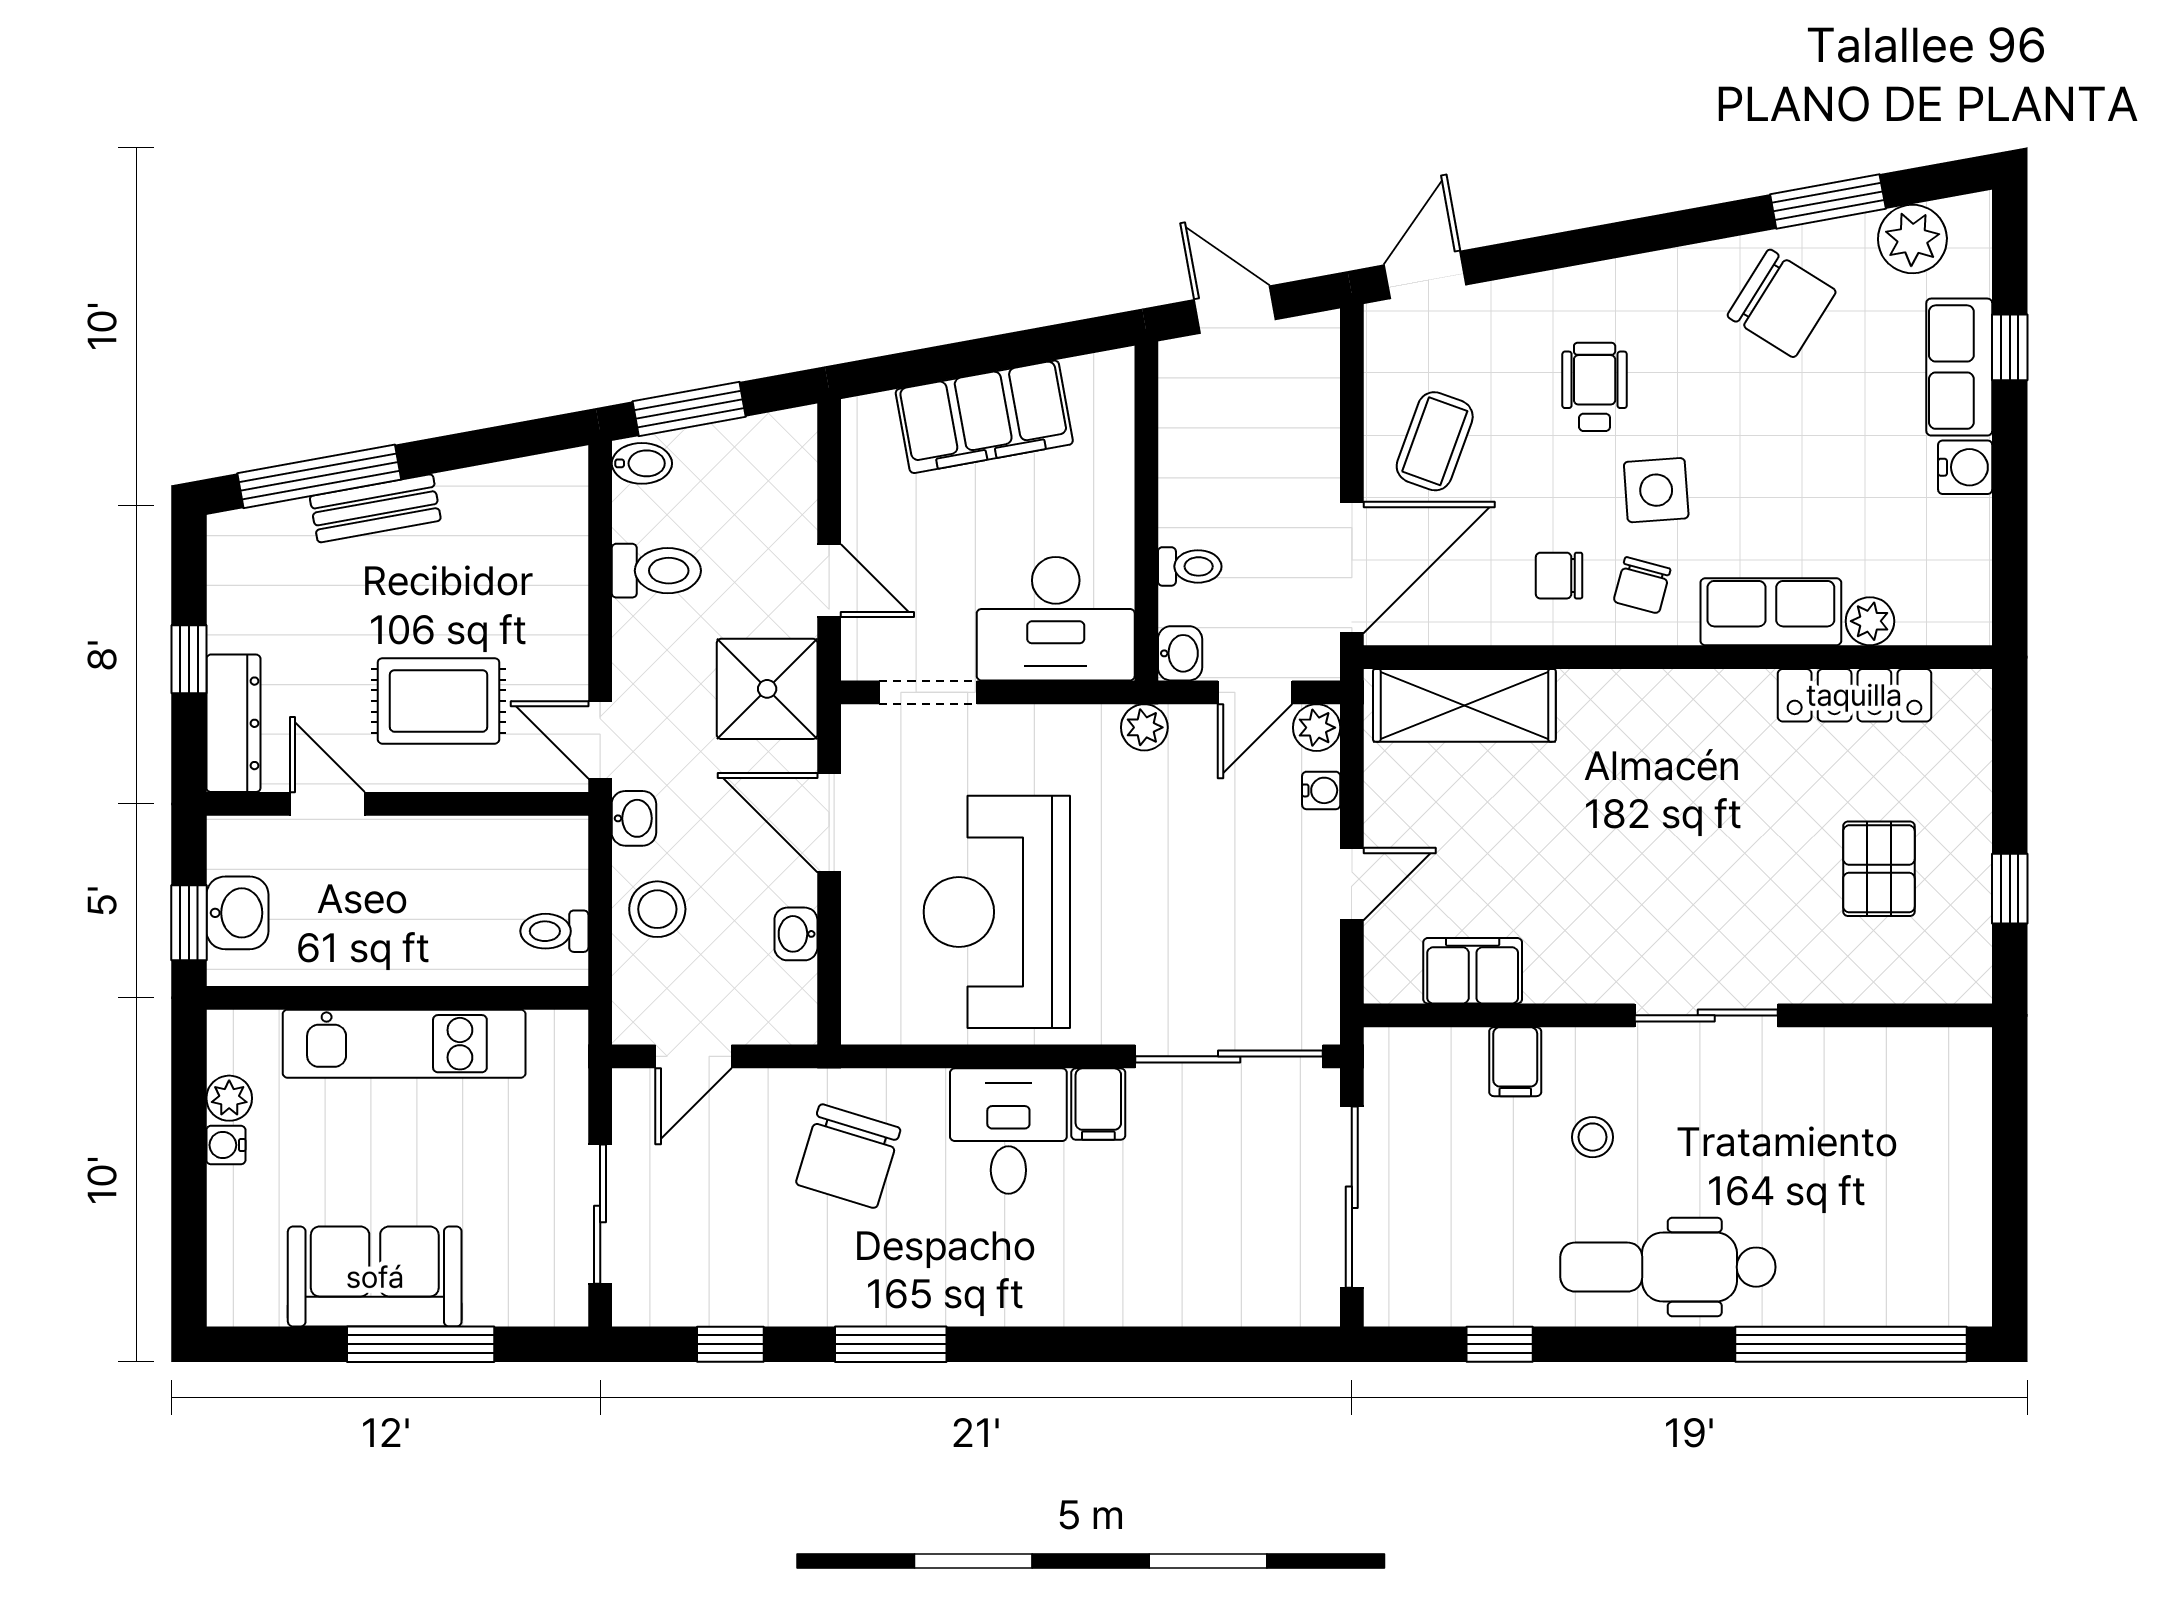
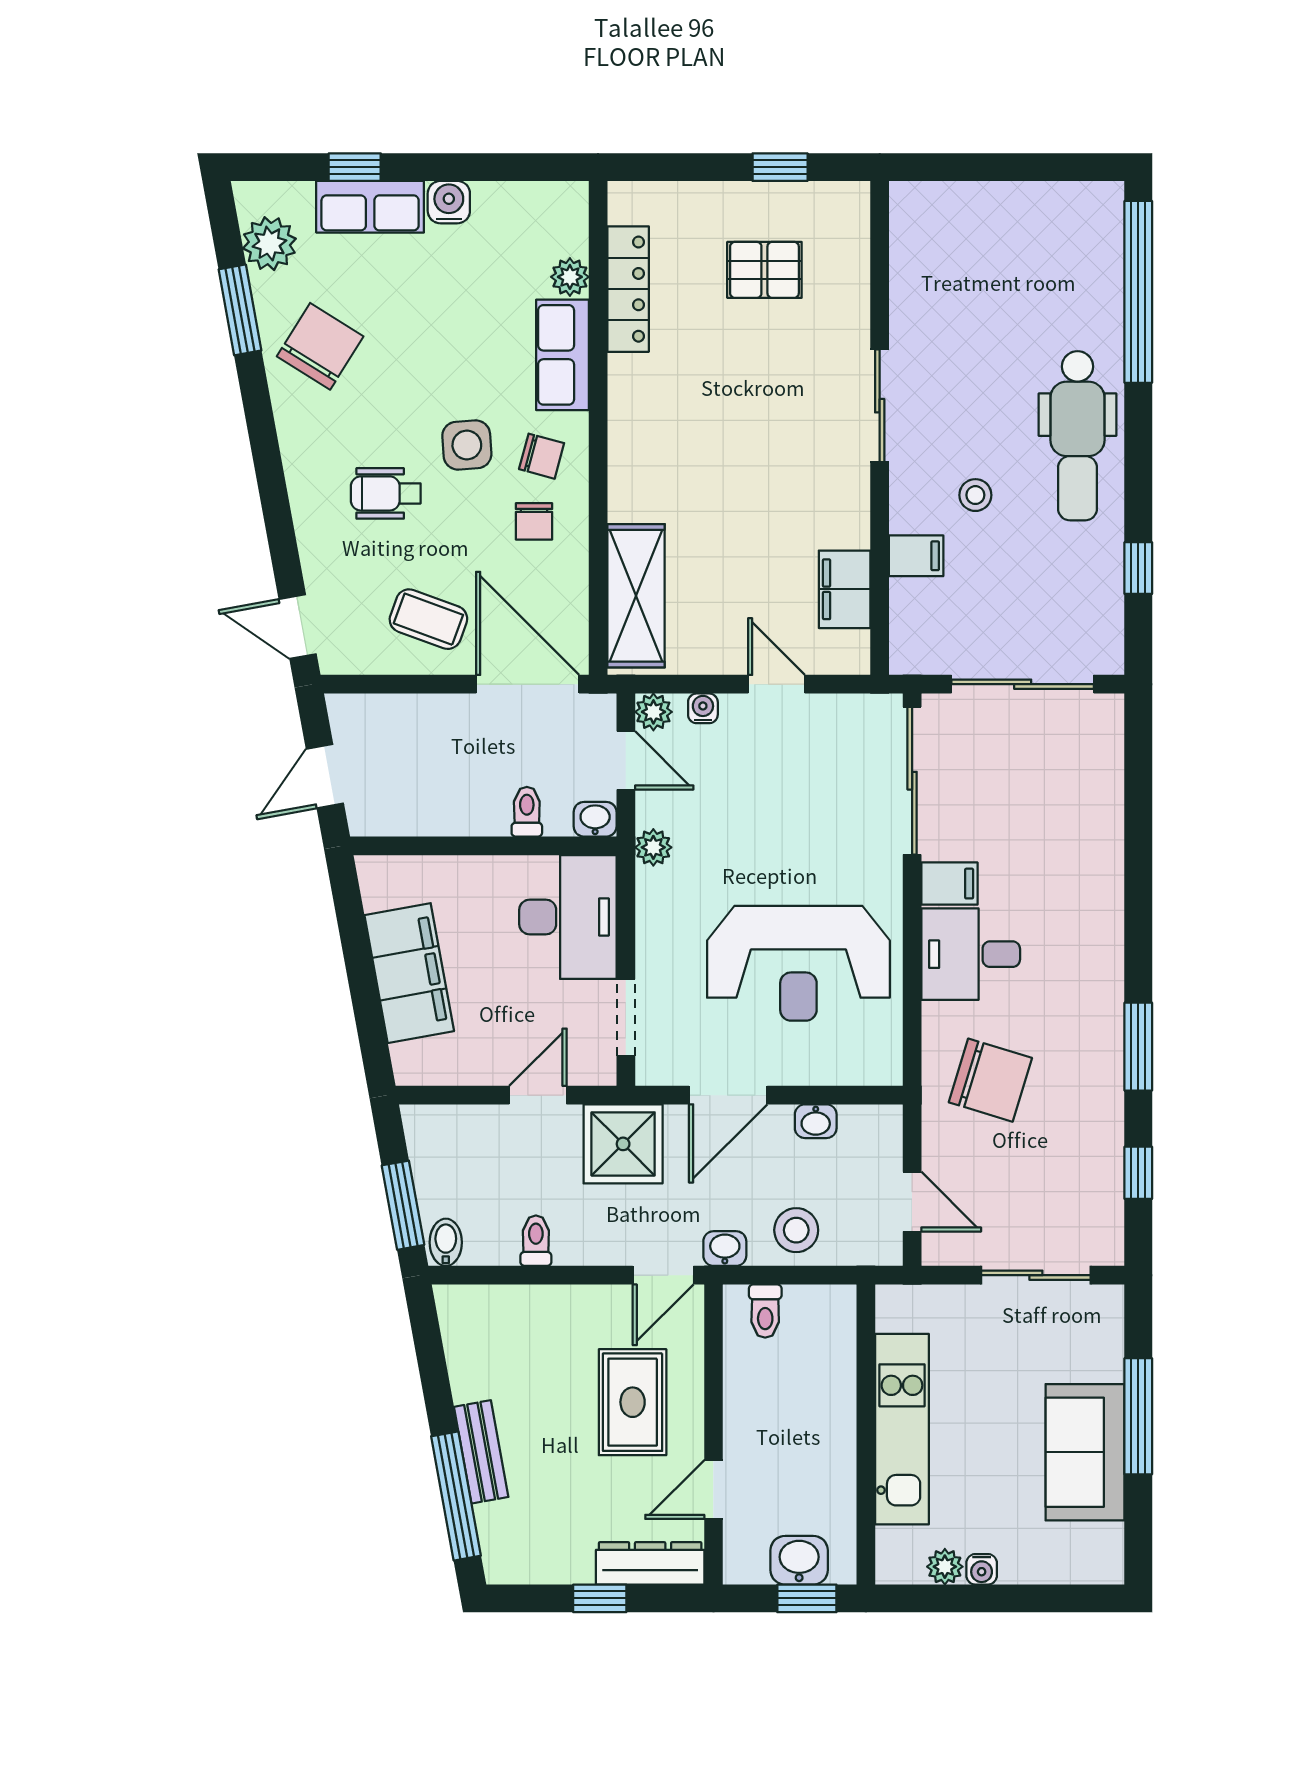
toilet: (656, 571) -> (536, 1241), width x0.73, depth x0.72
toilet: (554, 931) -> (765, 1311), moved

